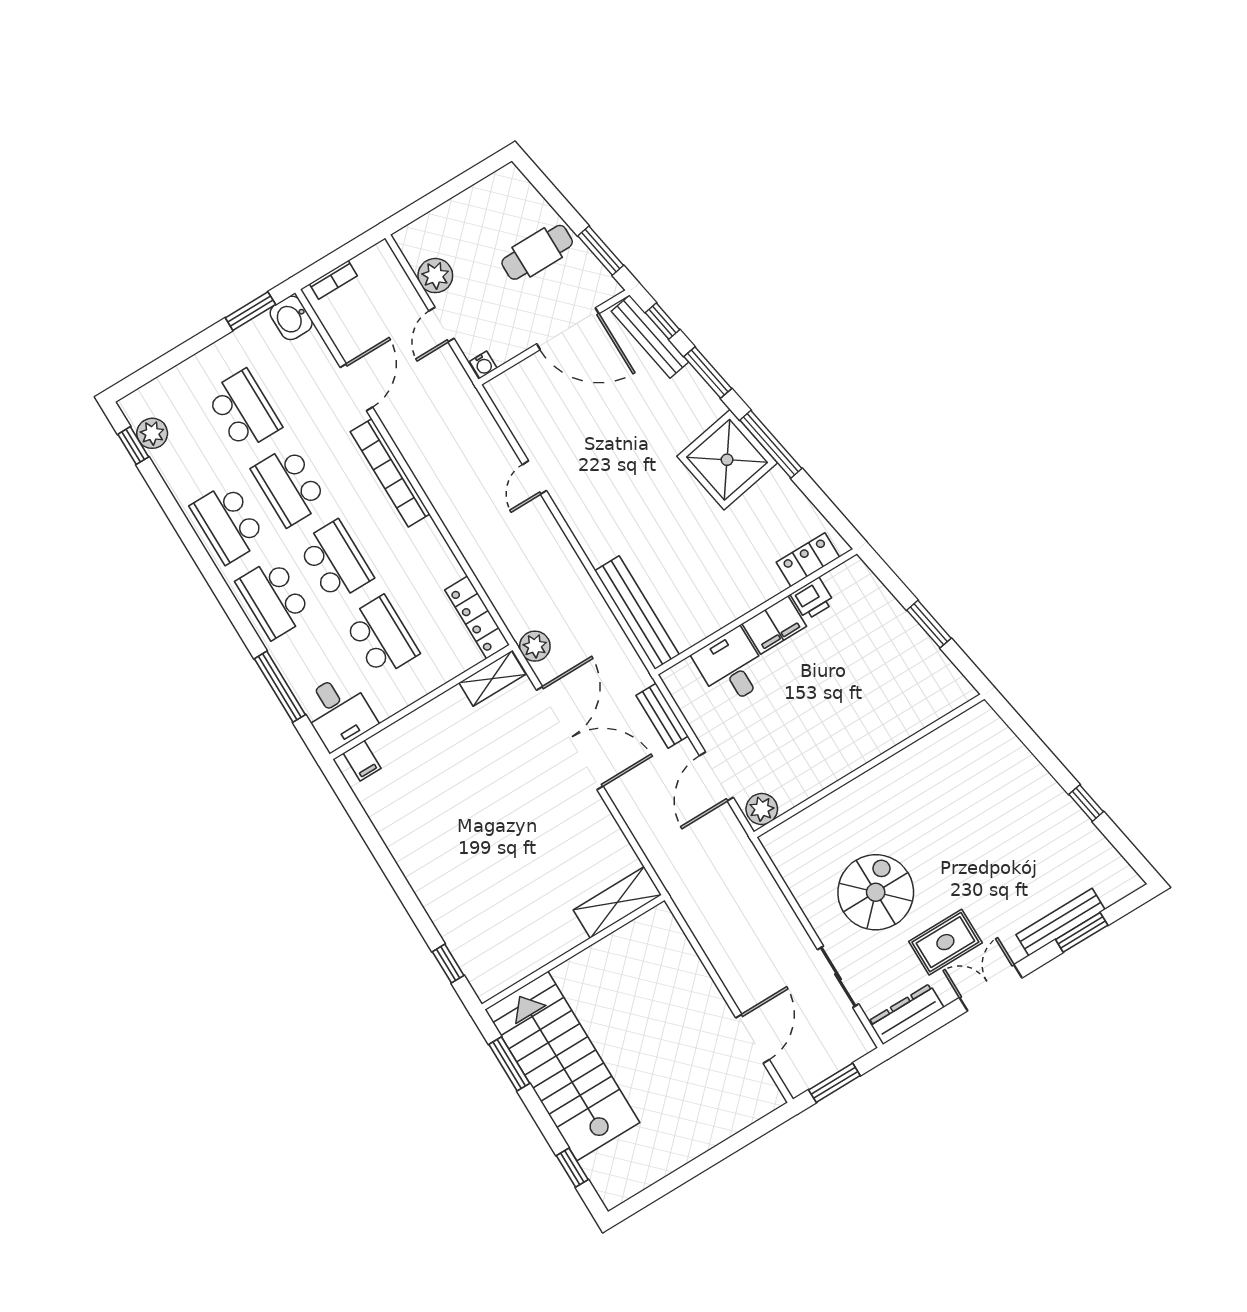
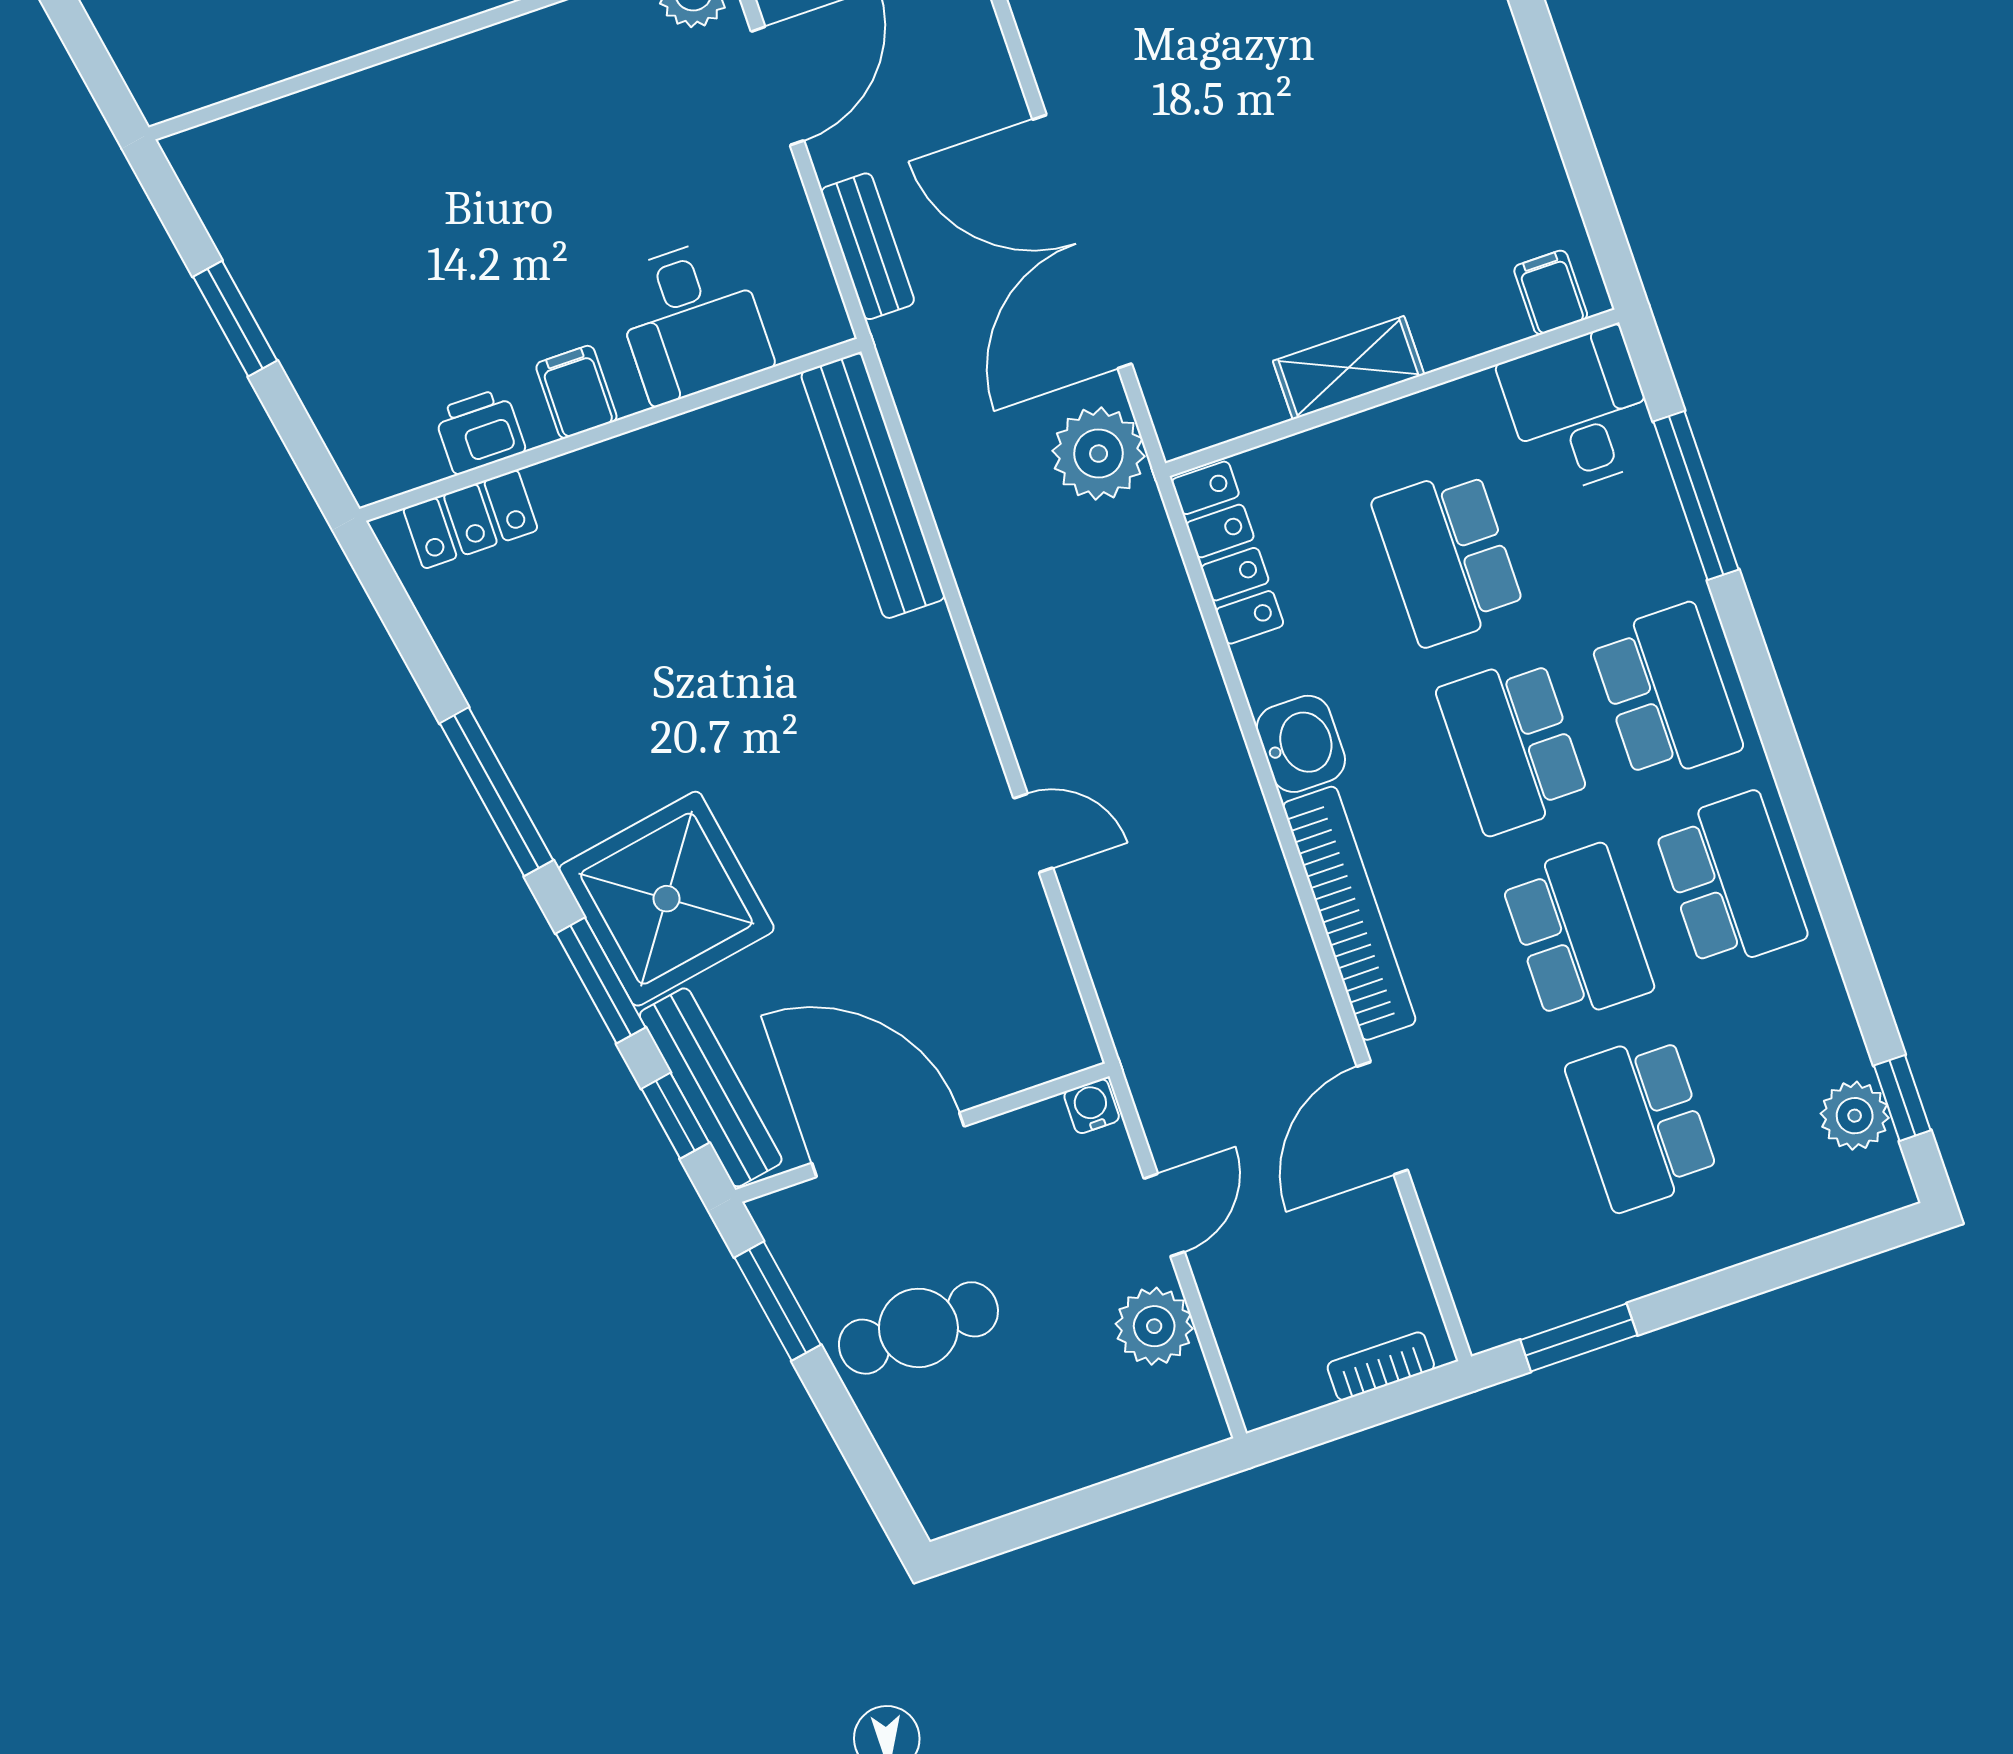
washbasin: (291, 318) -> (1301, 744), moved
shower: (727, 460) -> (666, 899), moved
door: (535, 478) -> (1033, 833), hinge flipped
filing cabinet: (774, 625) -> (576, 392), width x0.50
plant: (535, 646) -> (1099, 454), width x1.36, depth x1.36
shelving: (492, 679) -> (1348, 368), moved

